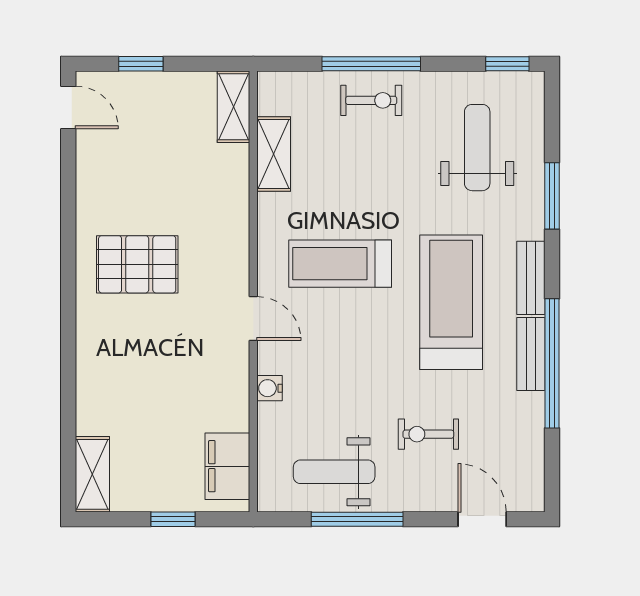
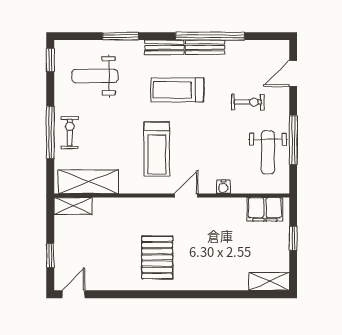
shelving: (274, 154) -> (88, 182), width x1.50, depth x1.33
treadmill: (451, 302) -> (177, 90), width x0.73, depth x0.73
exercise bike: (428, 434) -> (248, 102), turned -90

